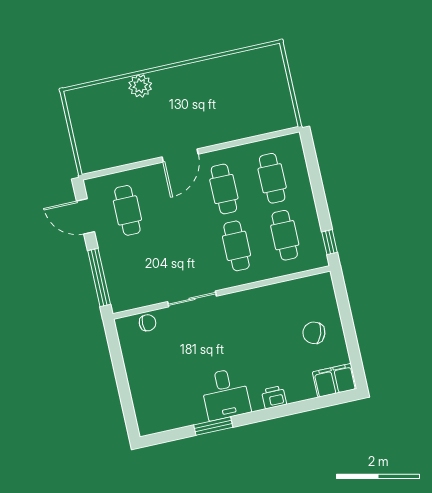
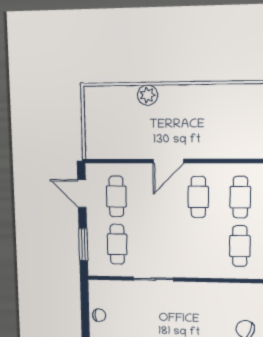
cafe table: (237, 246) -> (117, 244), moved
window: (99, 278) -> (83, 245), width x0.69
chair: (148, 323) -> (99, 315), moved

